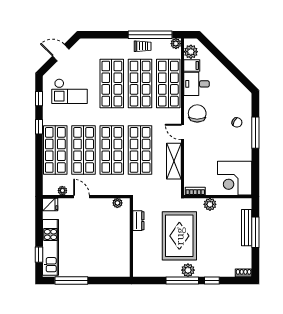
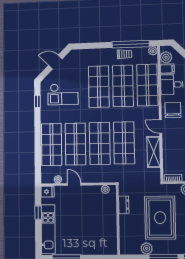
window: (39, 127) -> (38, 125), removed
window: (39, 255) -> (38, 213), moved
plant: (188, 270) -> (147, 248), moved

